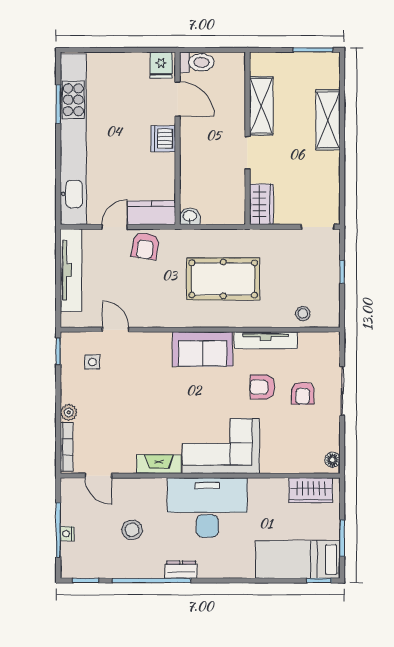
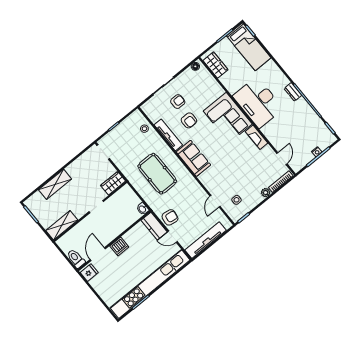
shelving: (261, 106) -> (62, 225), moved
stool: (132, 530) -> (293, 126), removed

